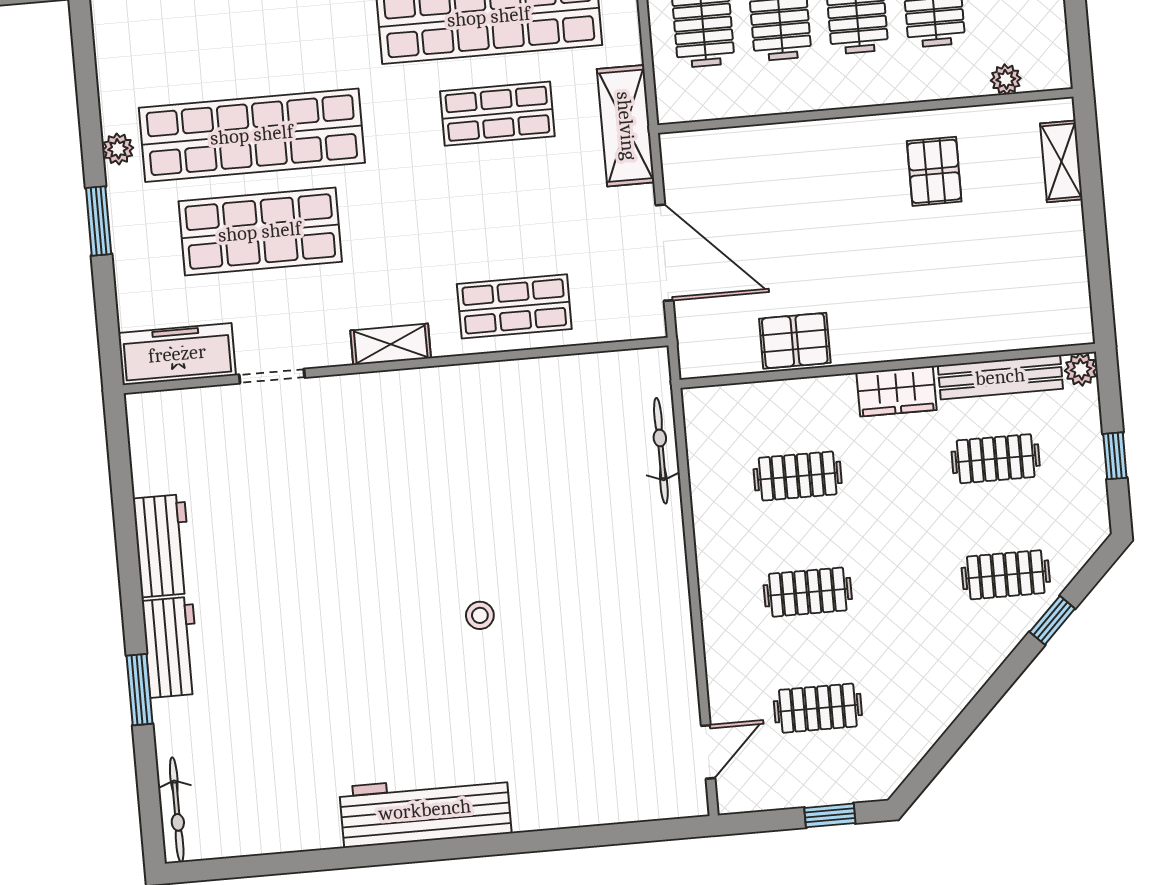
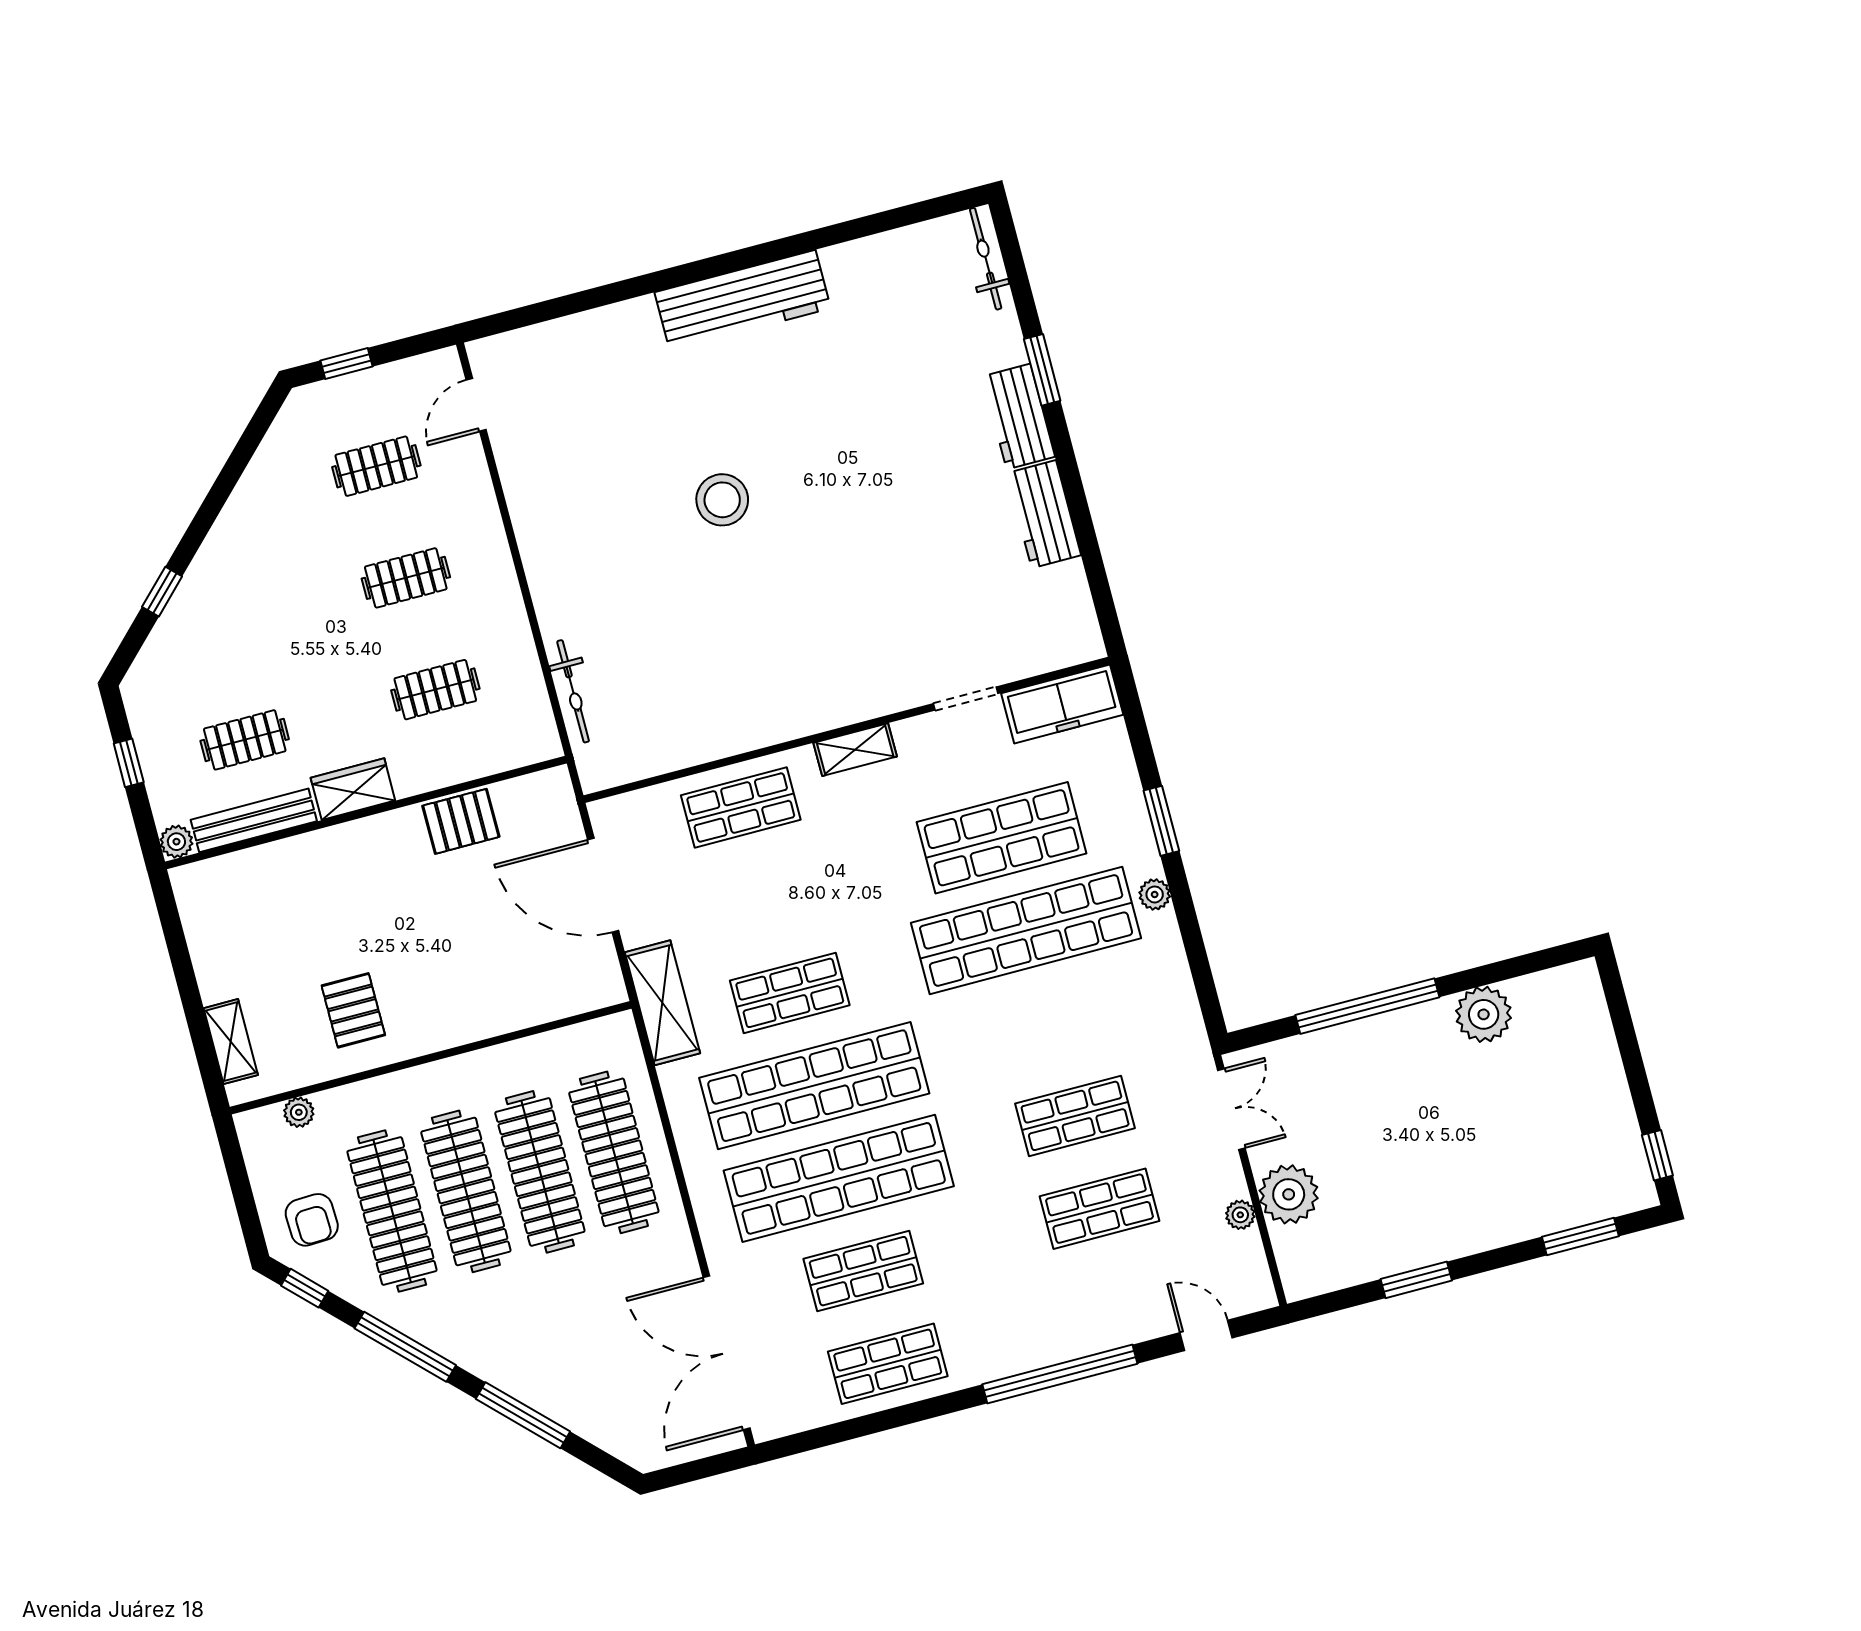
clothes rail: (1006, 575) -> (215, 628), removed
stool: (480, 615) -> (722, 500), width x1.89, depth x1.89

